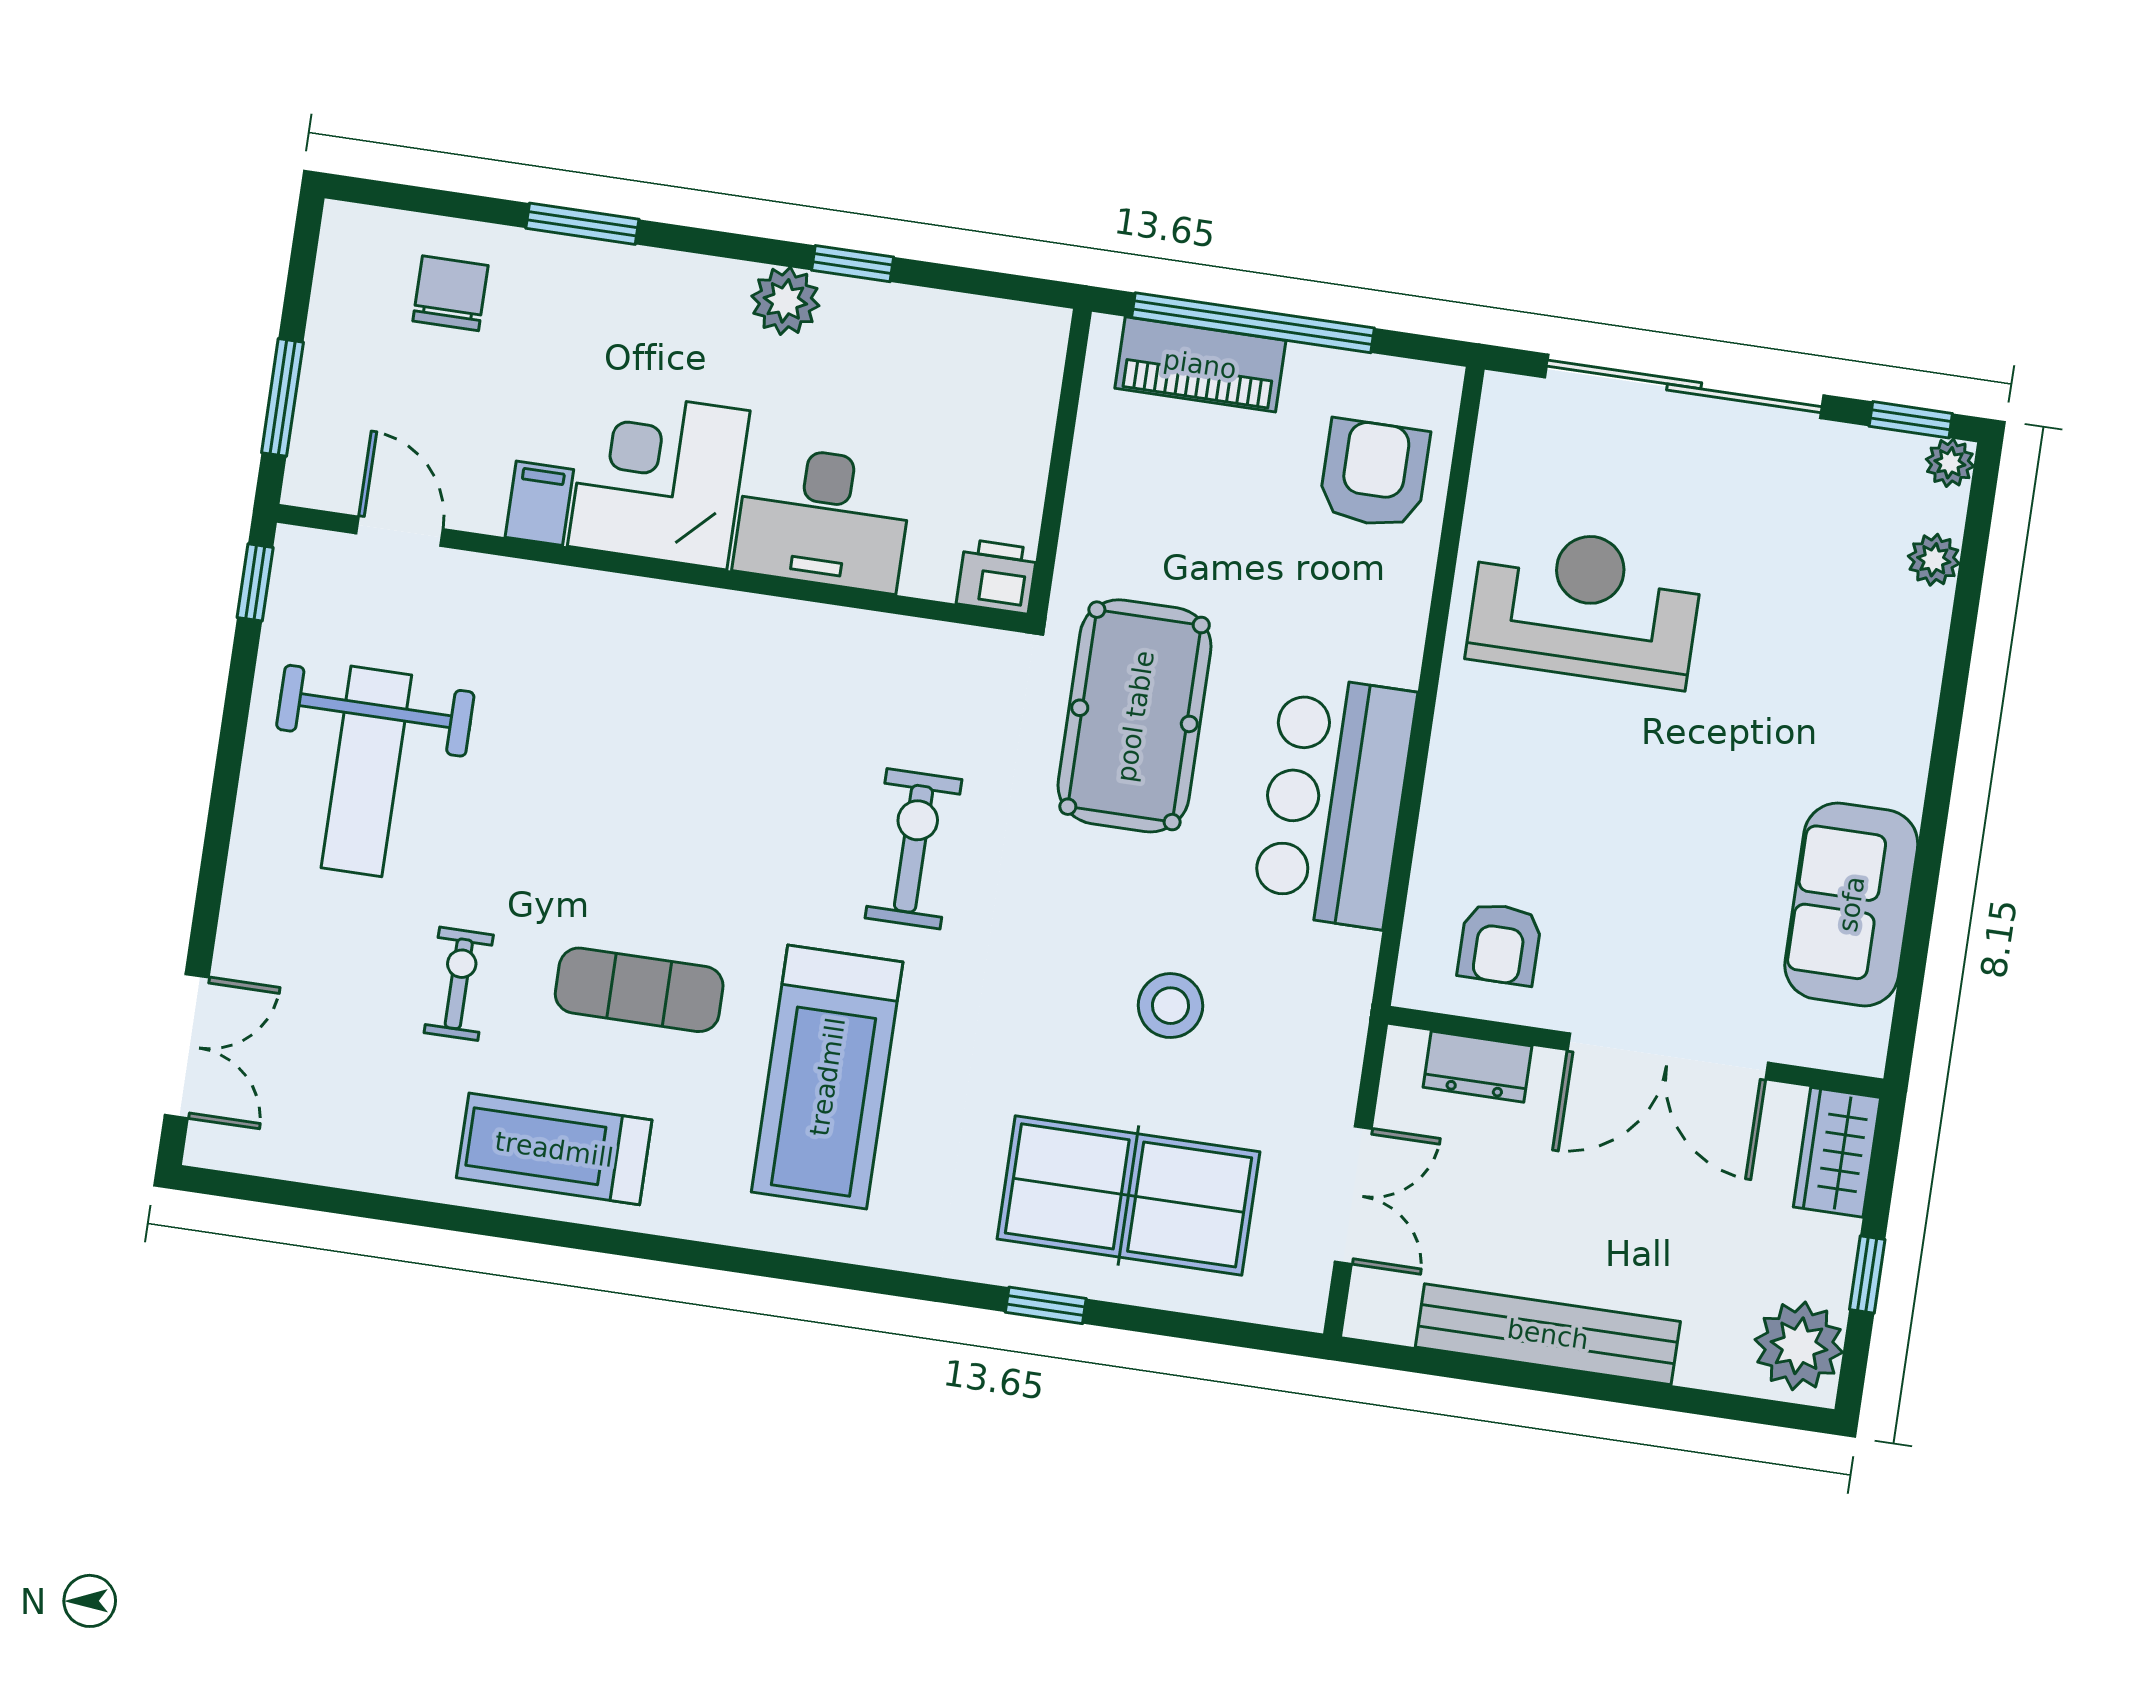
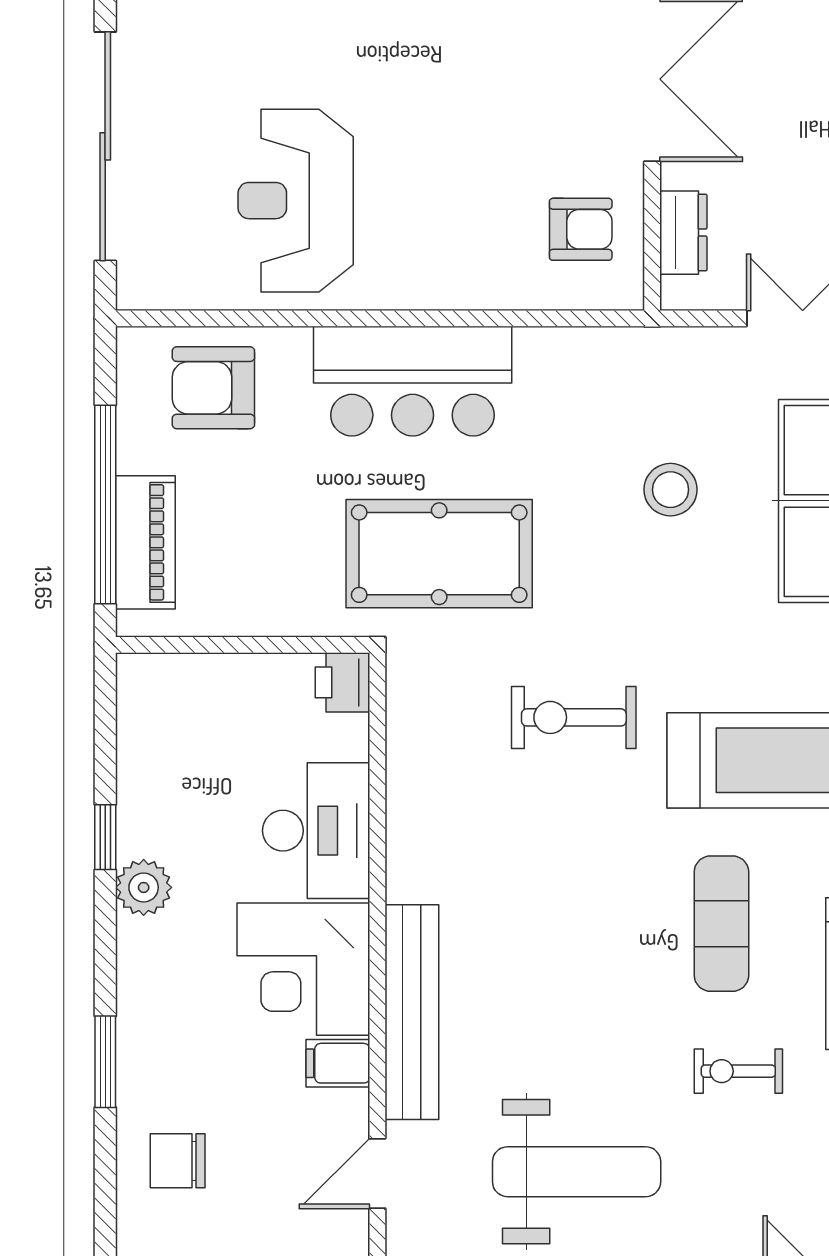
bench: (588, 601) -> (412, 1012), added
bar counter: (1334, 801) -> (413, 381), moved

